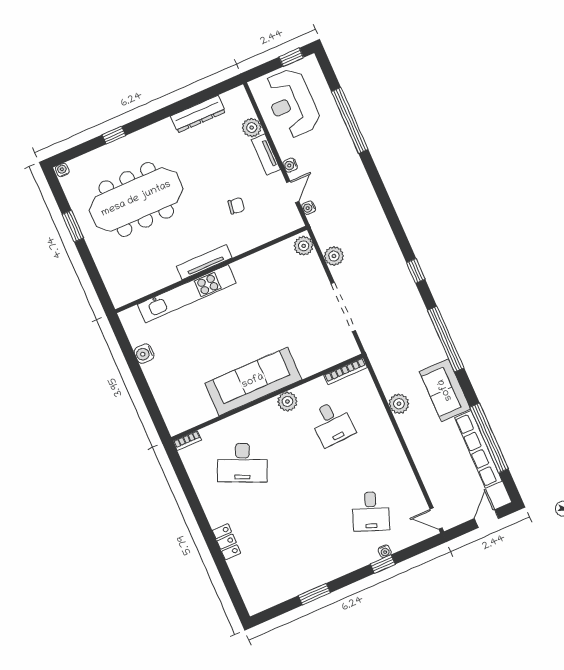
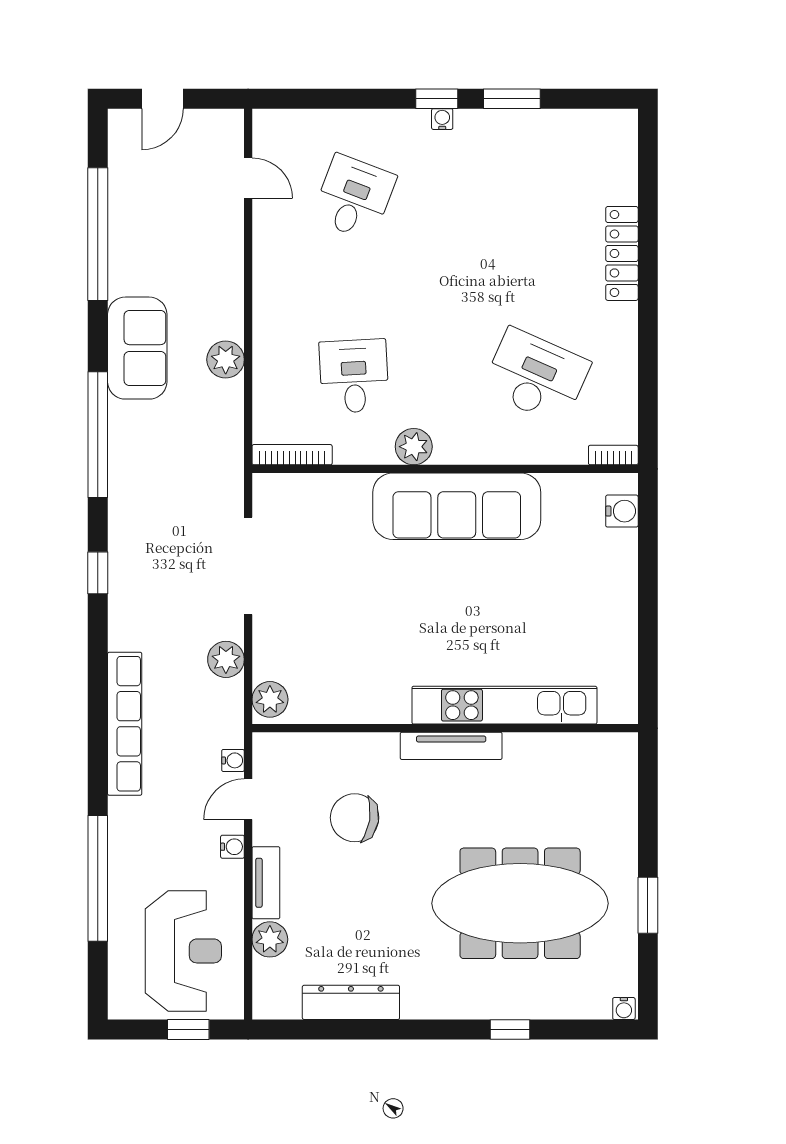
window: (291, 57) -> (188, 1029), moved
chair: (236, 206) -> (355, 818), width x1.87, depth x1.87
water cooler: (144, 354) -> (622, 511), moved
row of seats: (478, 449) -> (125, 724), moved
door: (436, 518) -> (248, 178), moved
locker: (227, 542) -> (622, 253), width x1.53
water cooler: (385, 551) -> (442, 119), moved
window: (383, 564) -> (437, 99), moved

